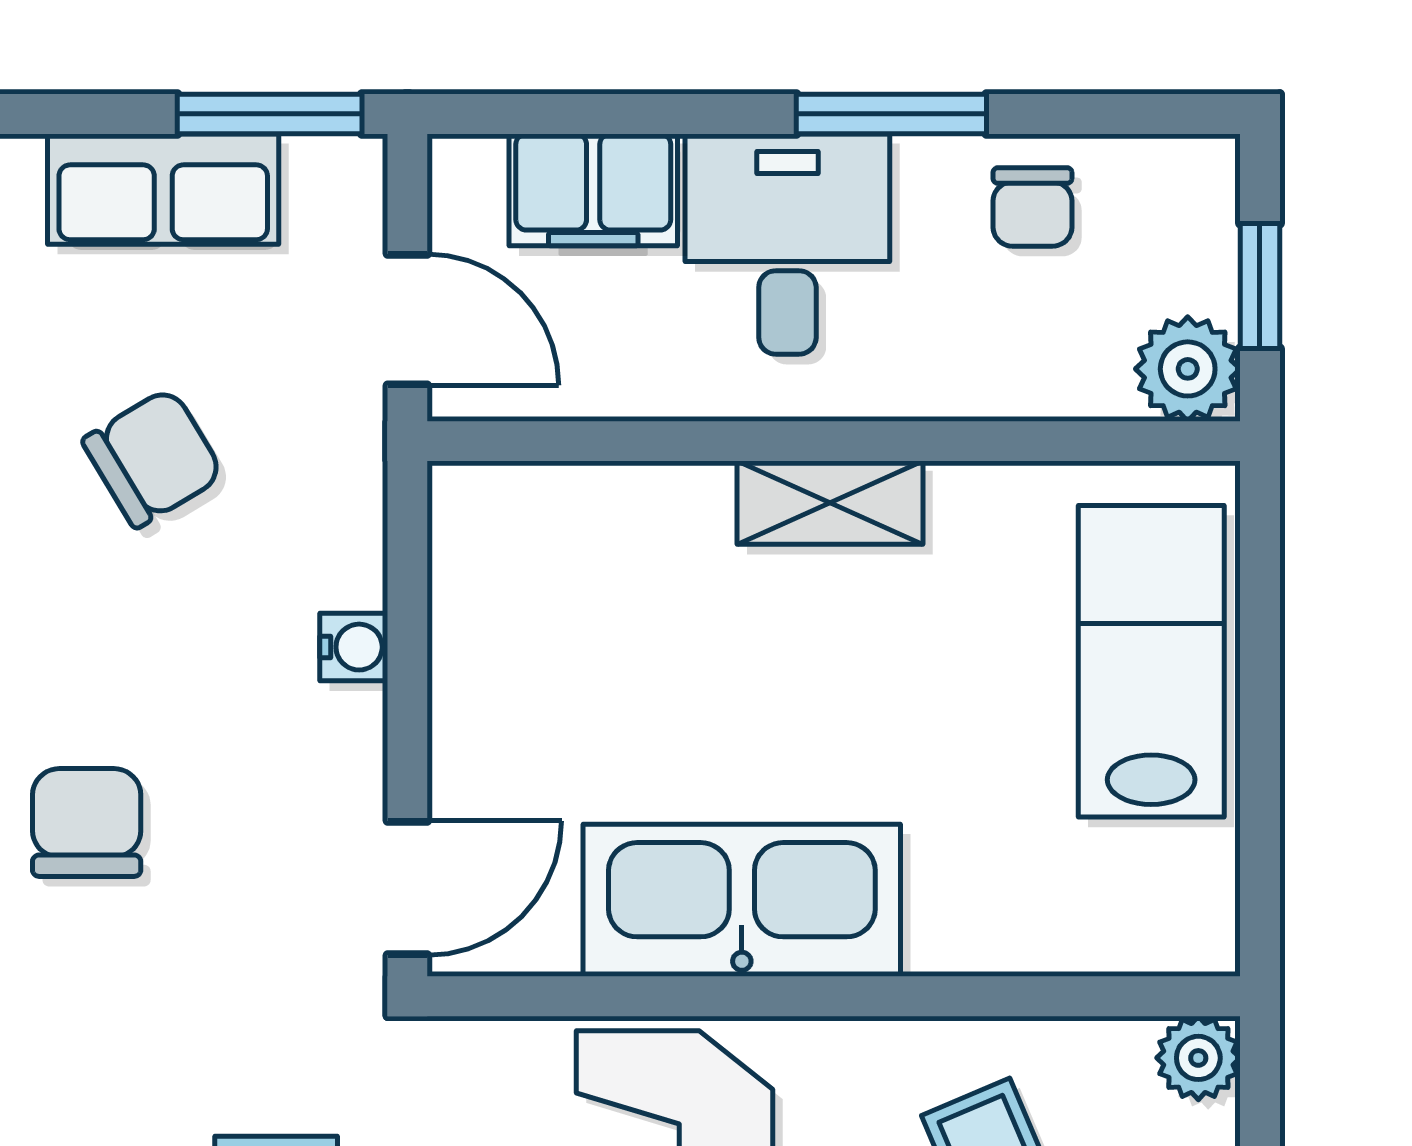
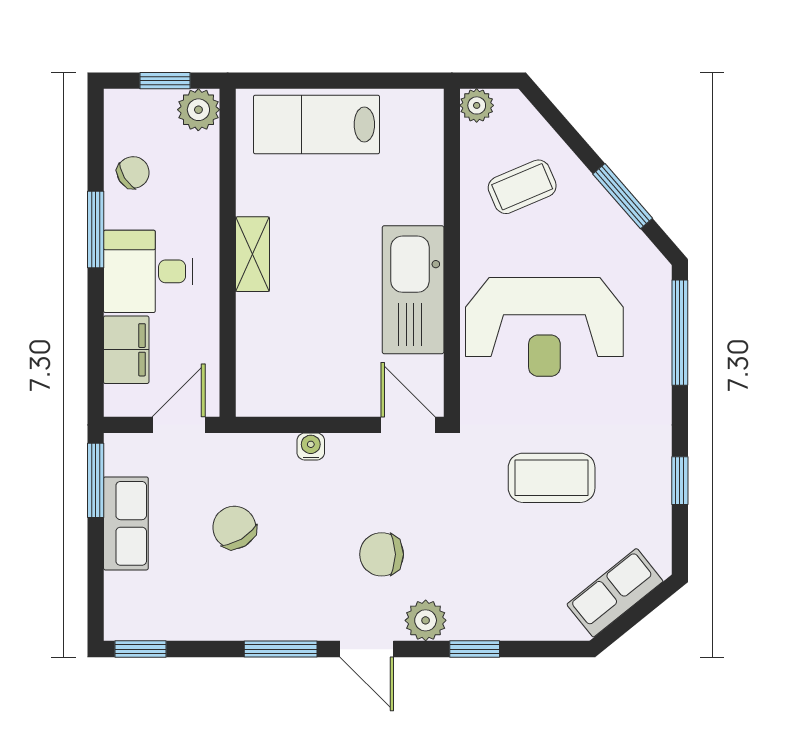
chair: (1032, 207) -> (133, 172), turned -32

